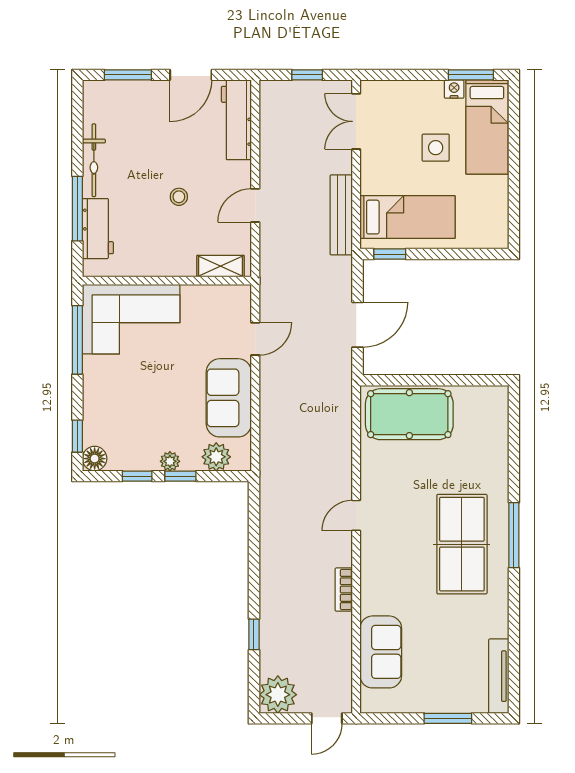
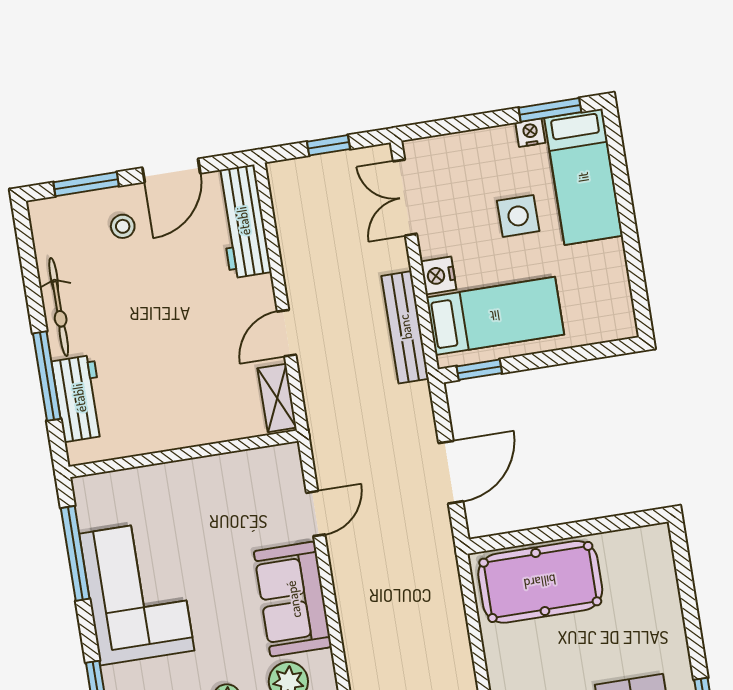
nightstand: (371, 181) -> (438, 276), added
stool: (179, 197) -> (123, 226), moved
shelving: (220, 266) -> (277, 398), moved, turned 90
corner sofa: (131, 319) -> (137, 592), moved, turned -90

